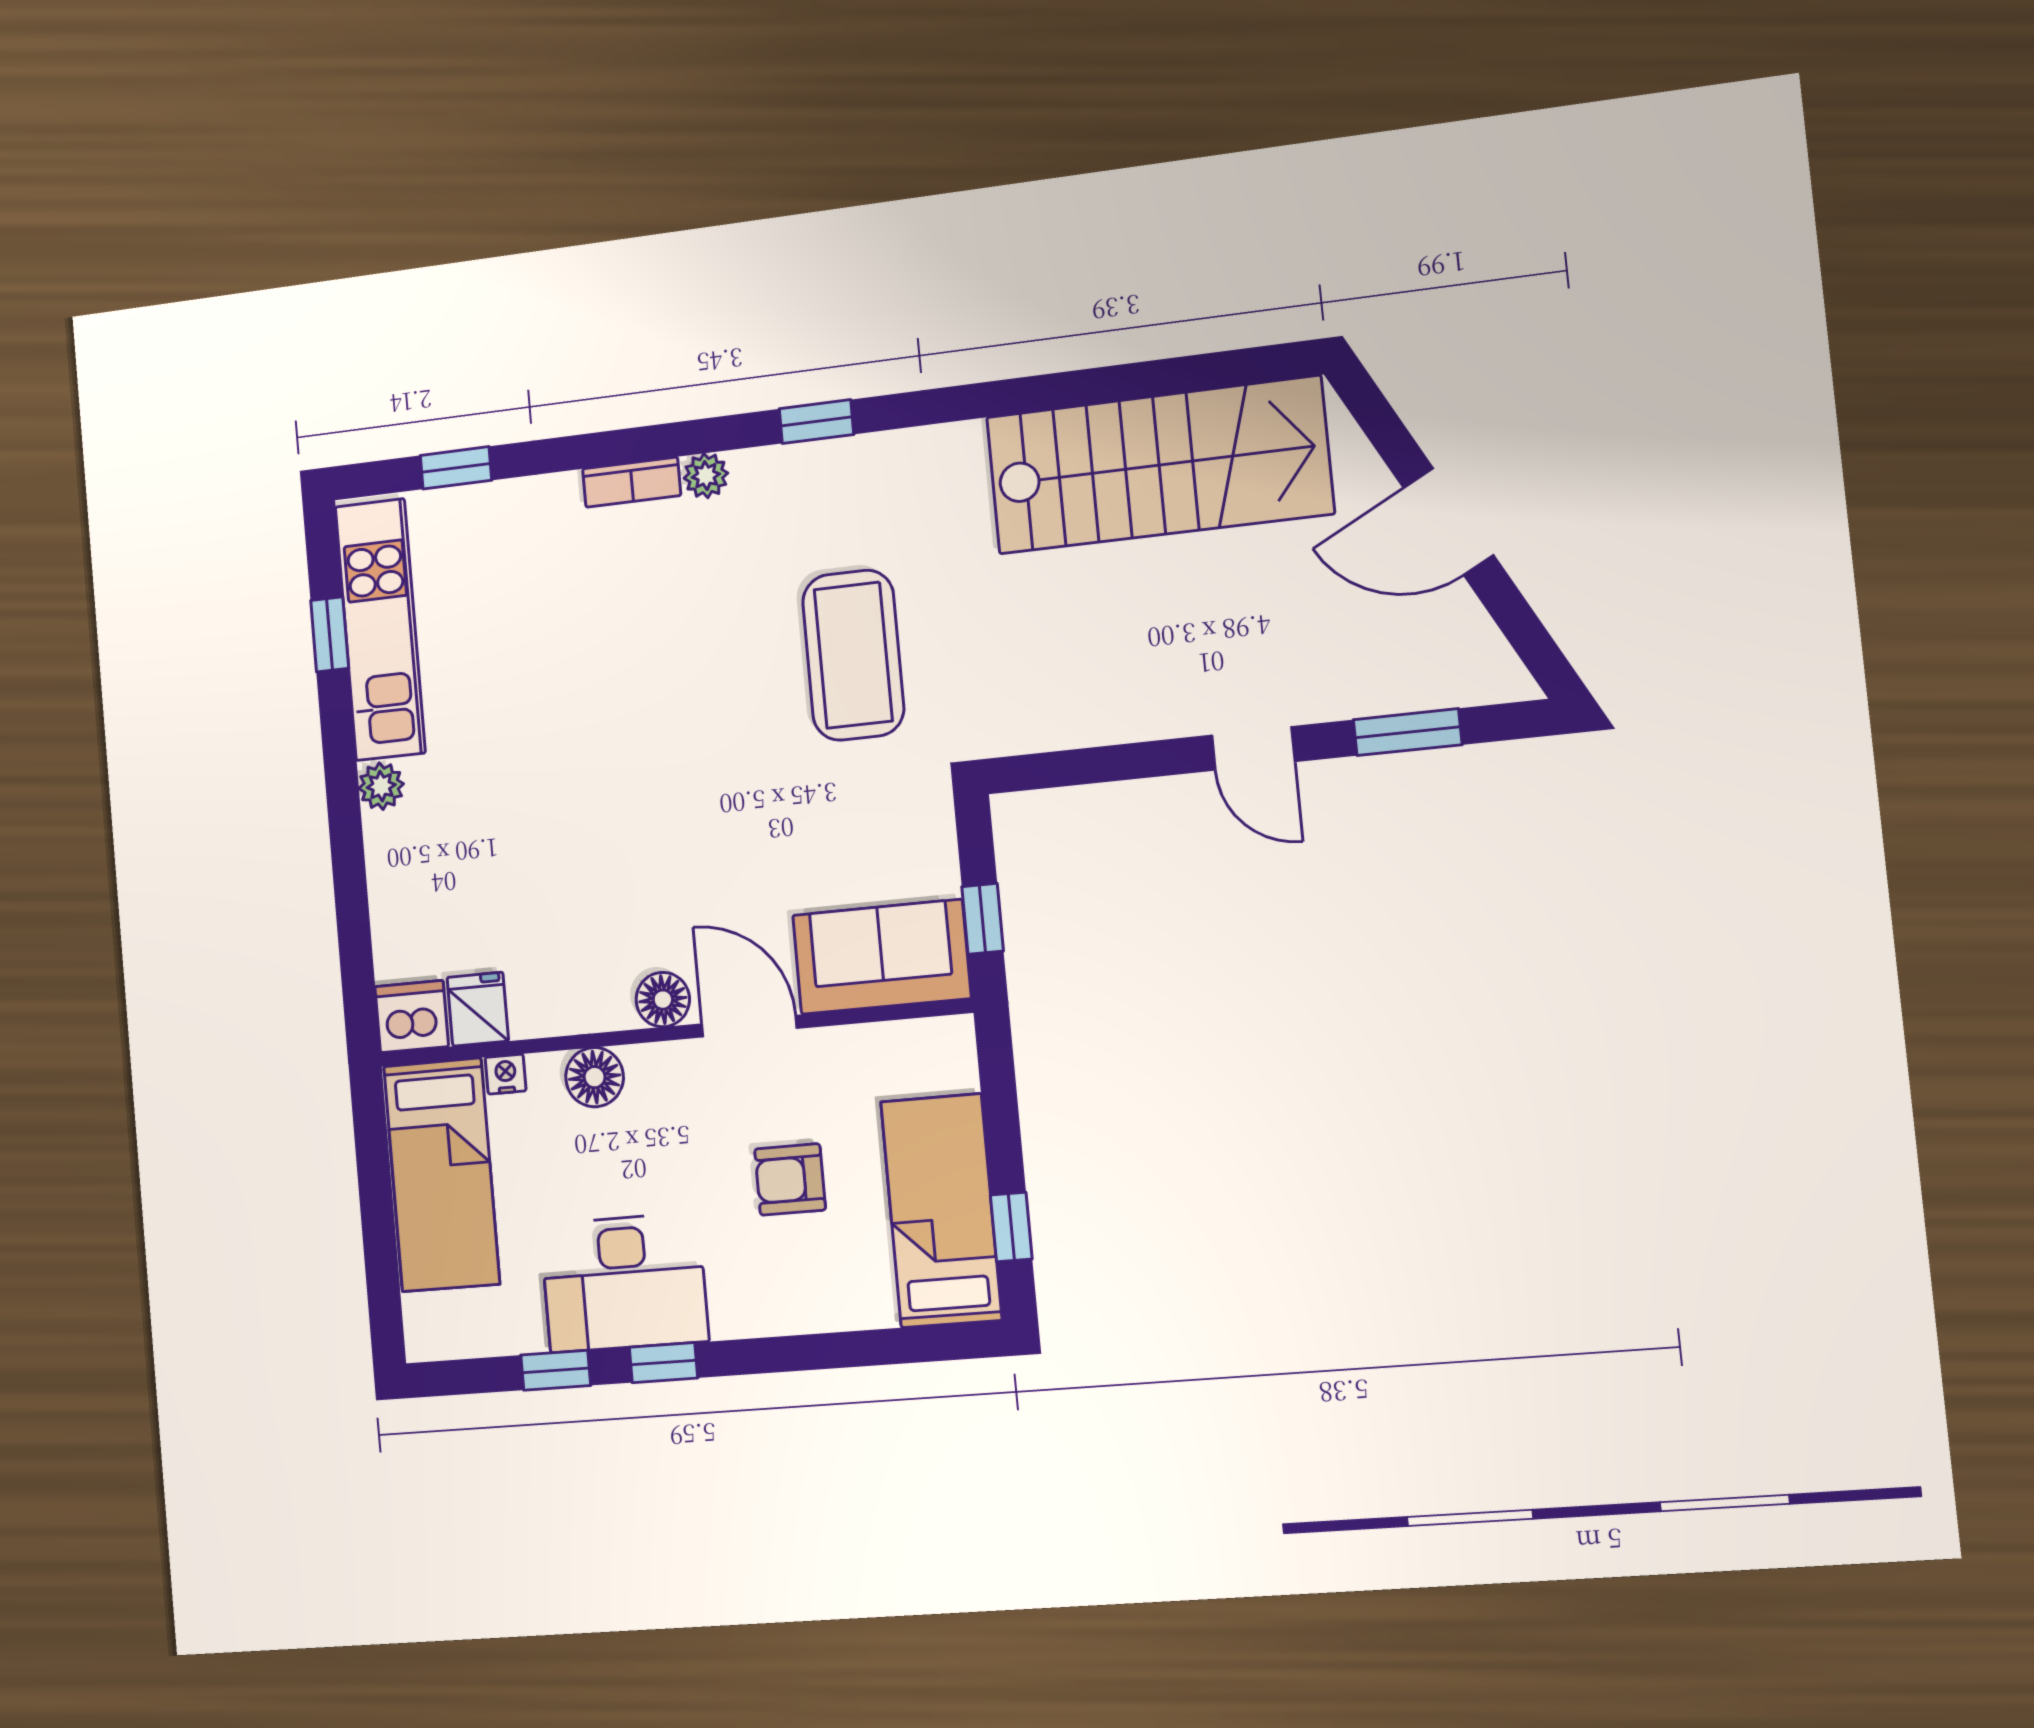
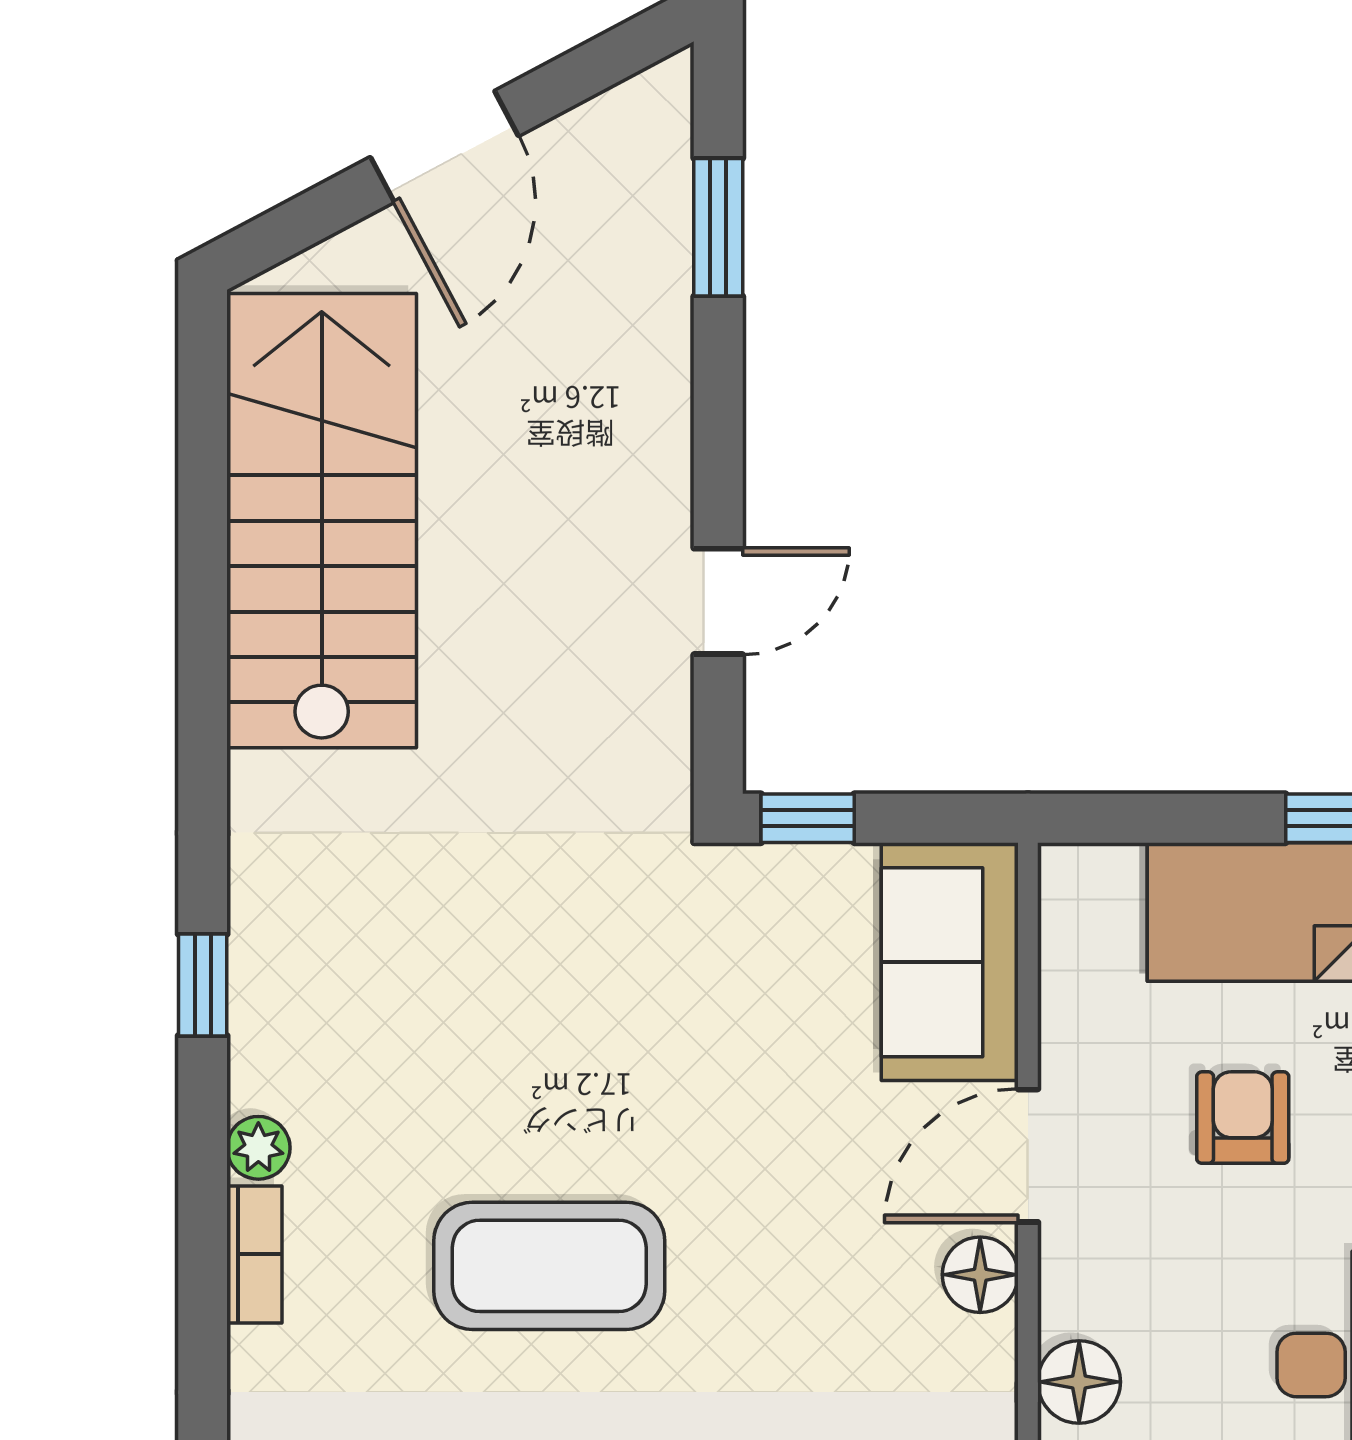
coffee table: (853, 655) -> (549, 1266), moved
door: (1253, 748) -> (718, 601), moved
window: (983, 919) -> (808, 818), moved
armchair: (790, 1179) -> (1243, 1118), turned 180

